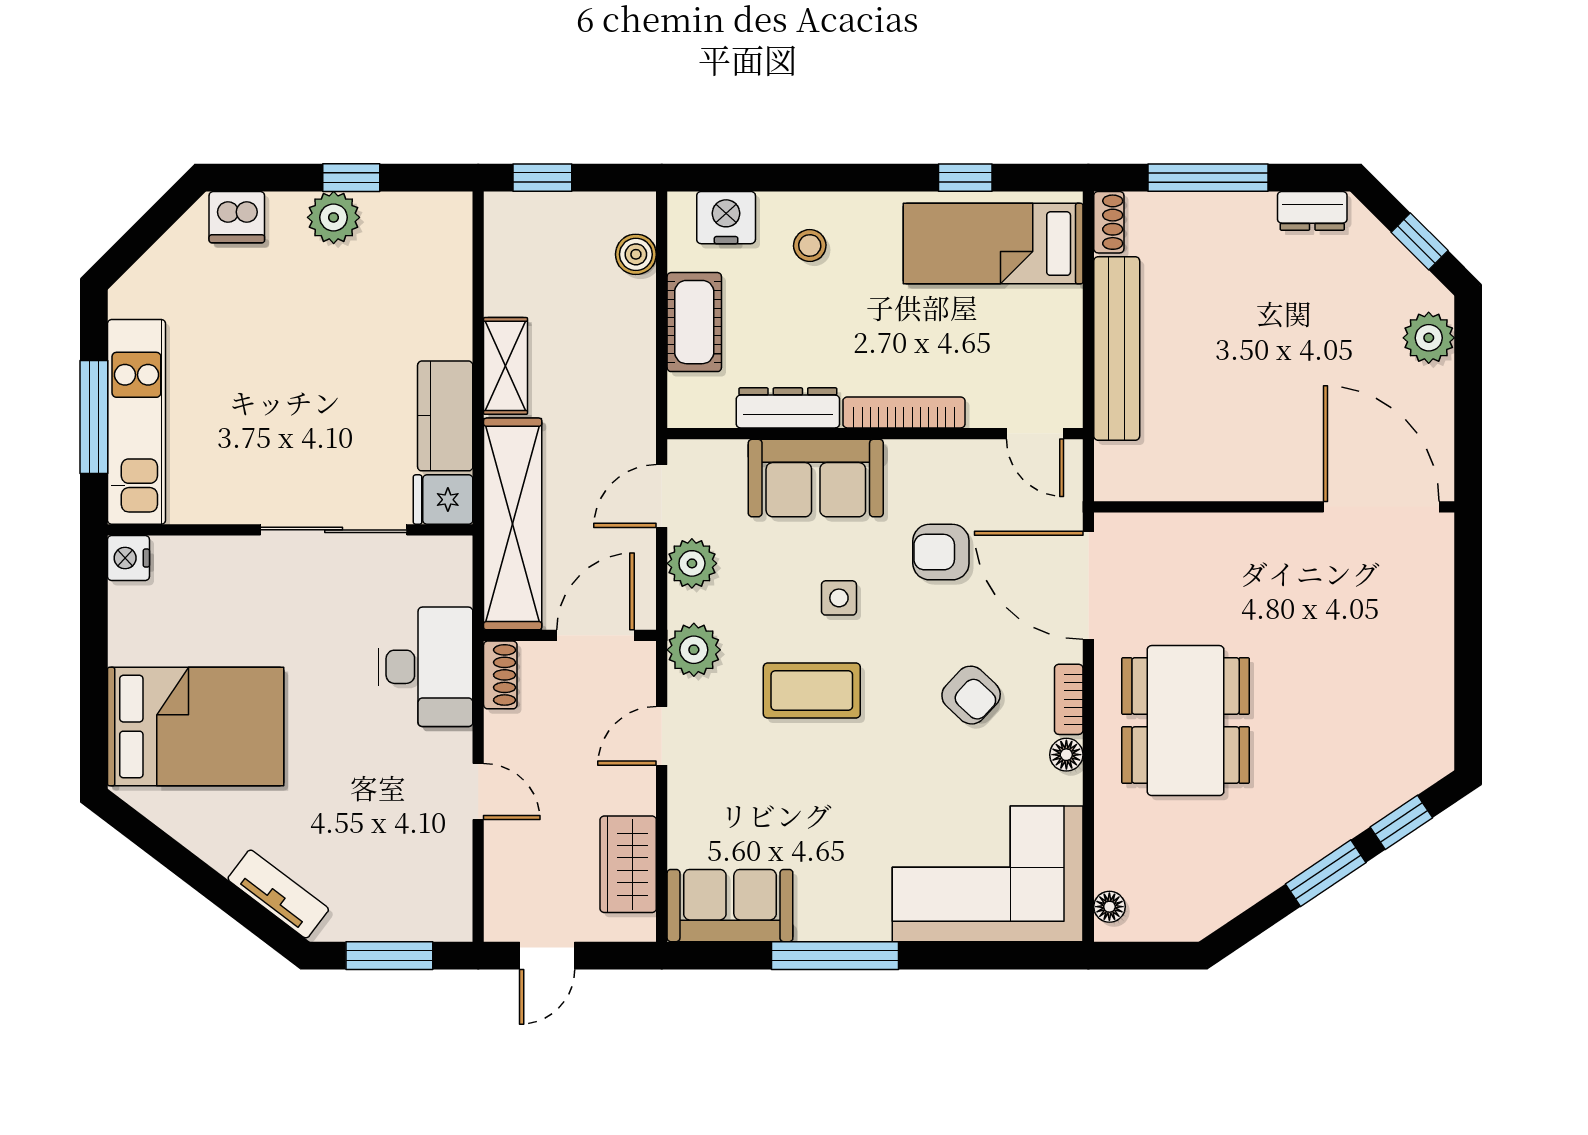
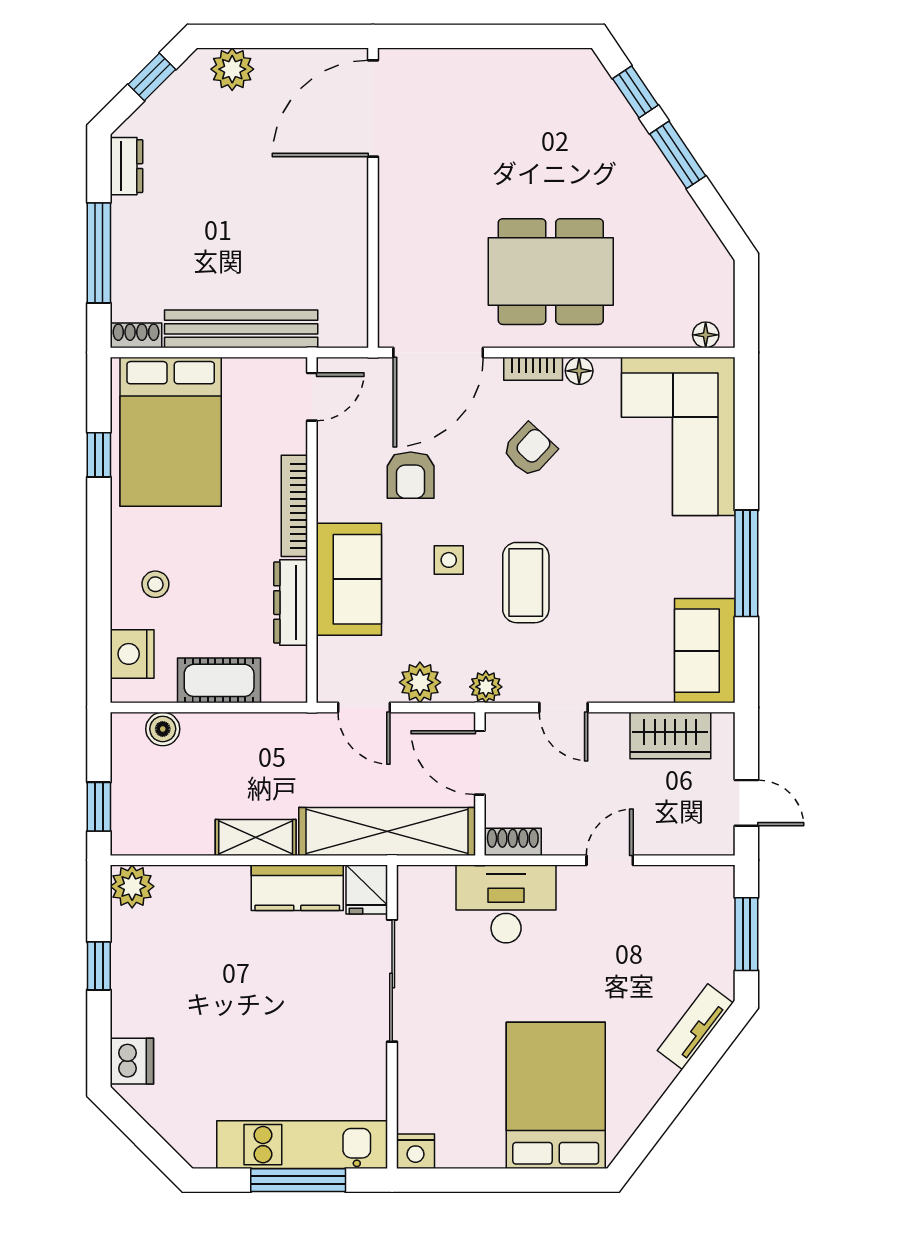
plant: (334, 217) -> (132, 886), moved
bed: (993, 244) -> (171, 432), width x1.50
plant: (694, 650) -> (486, 687), width x0.73, depth x0.73

